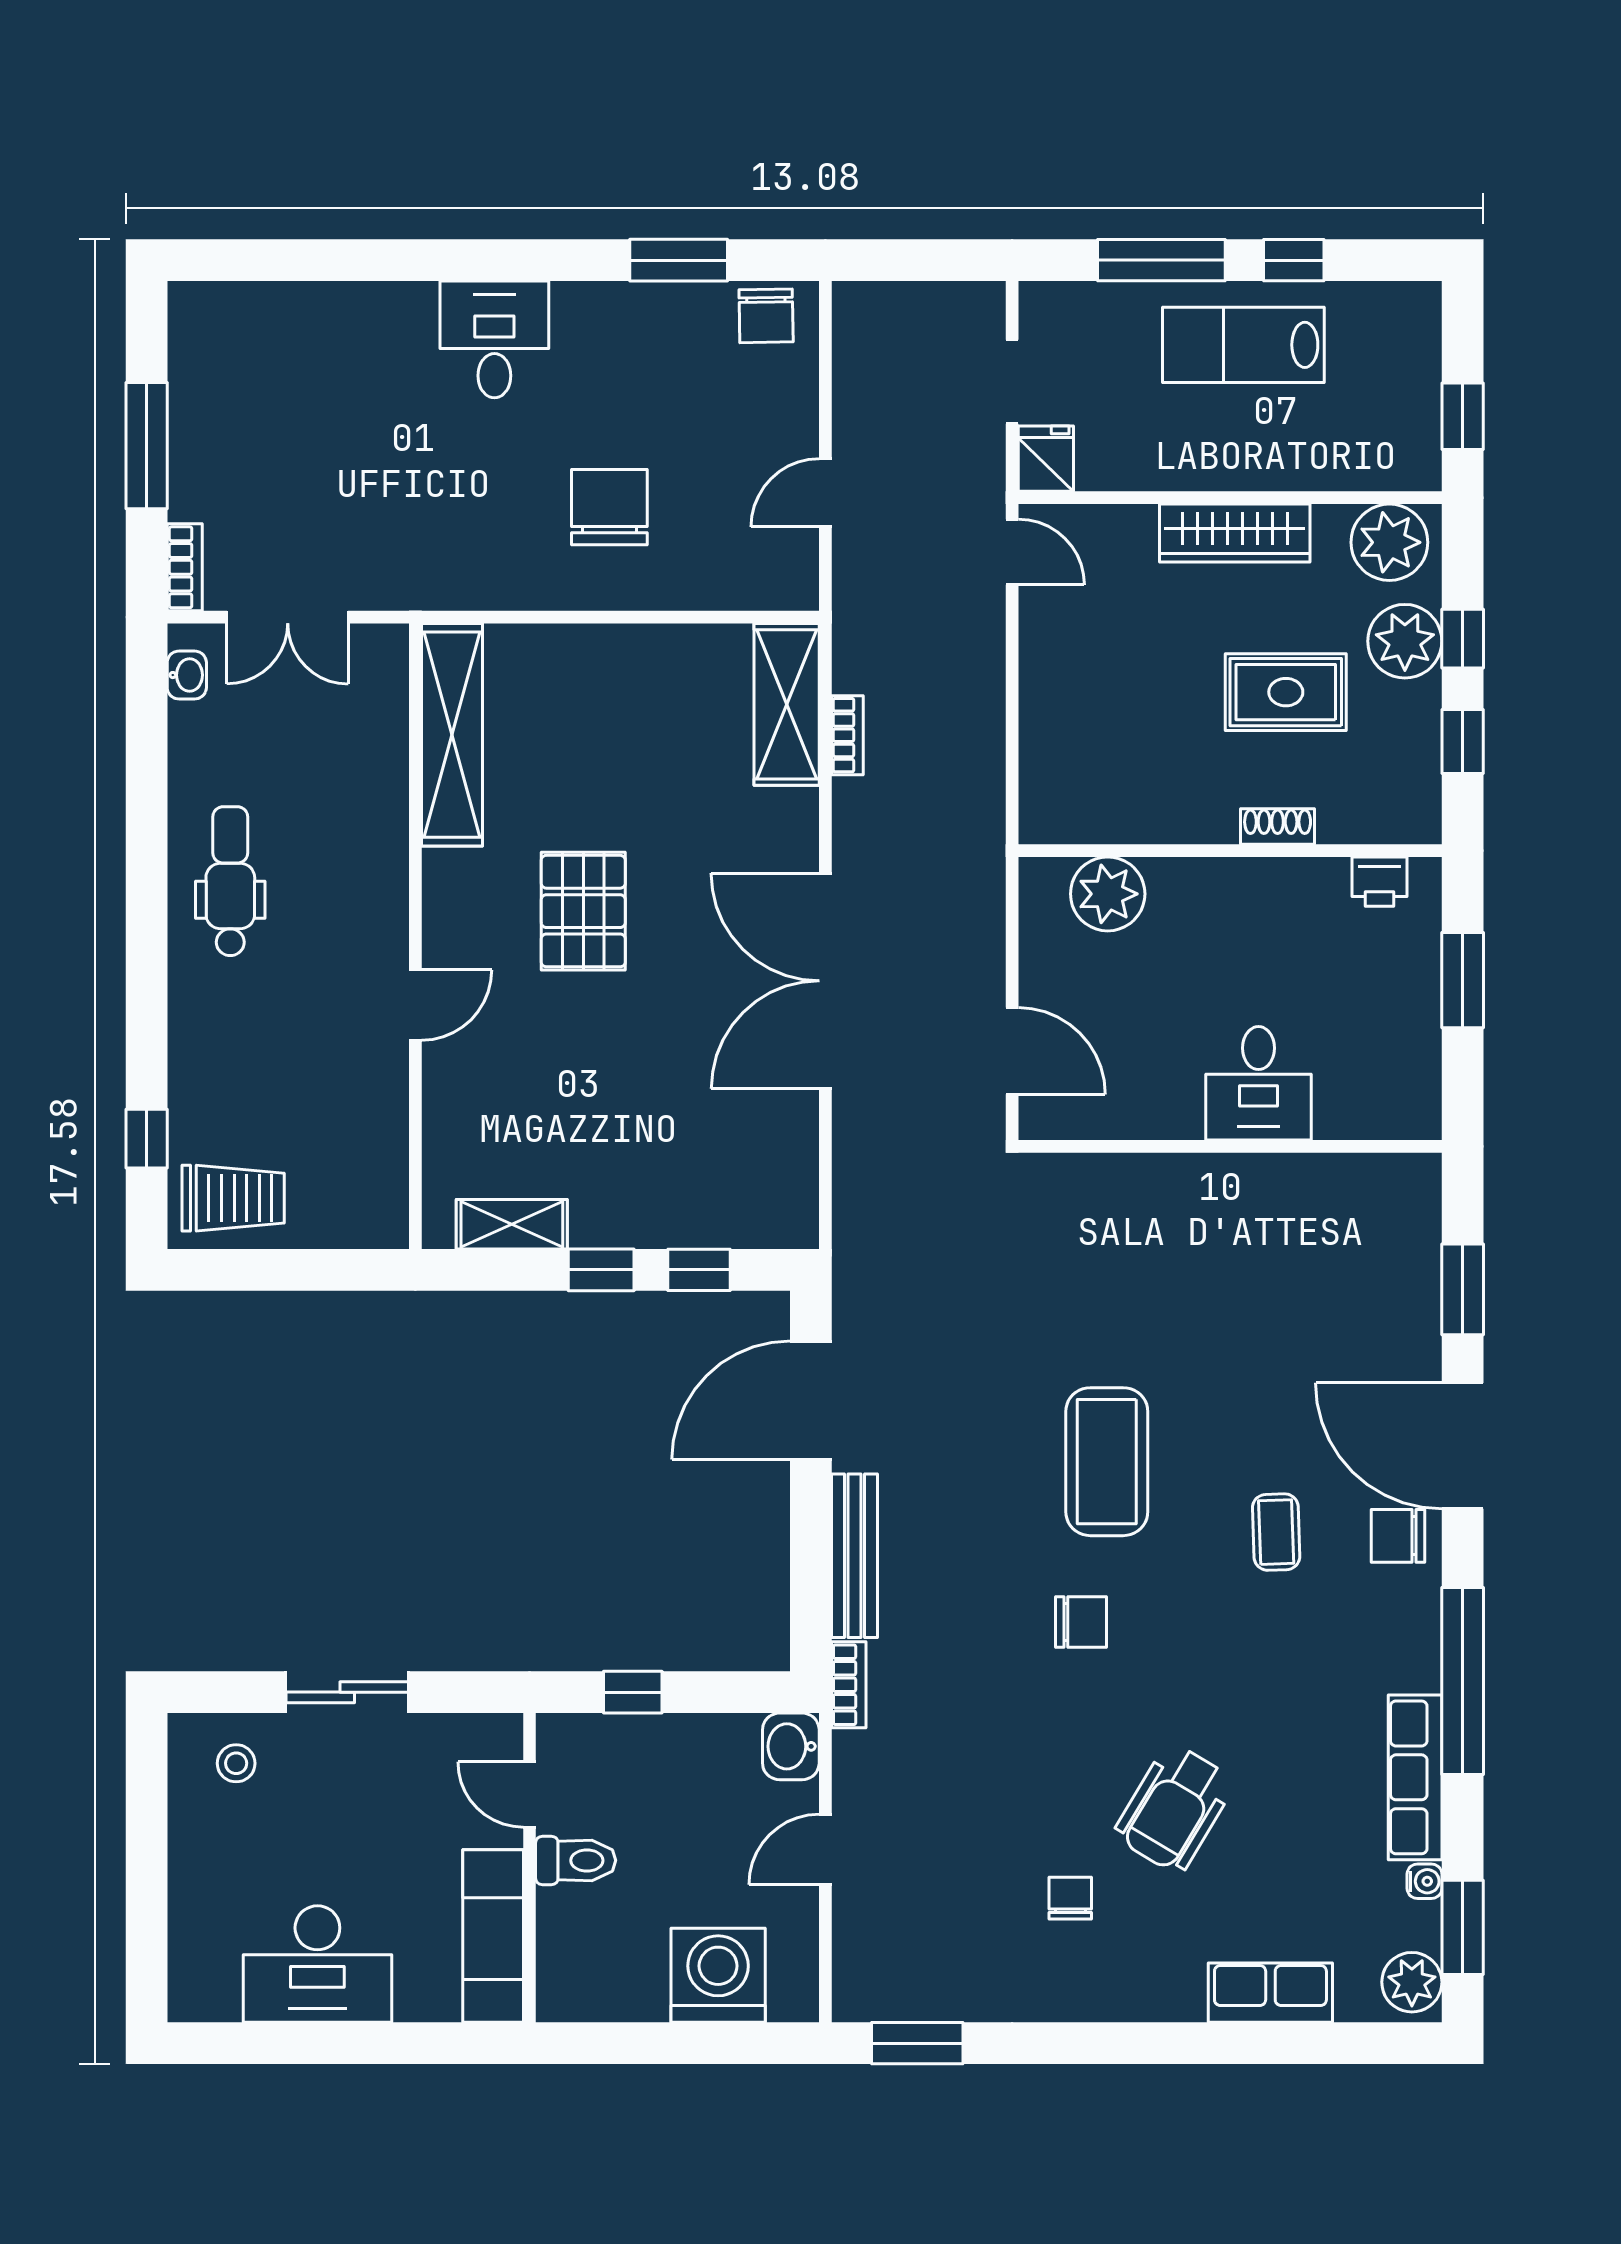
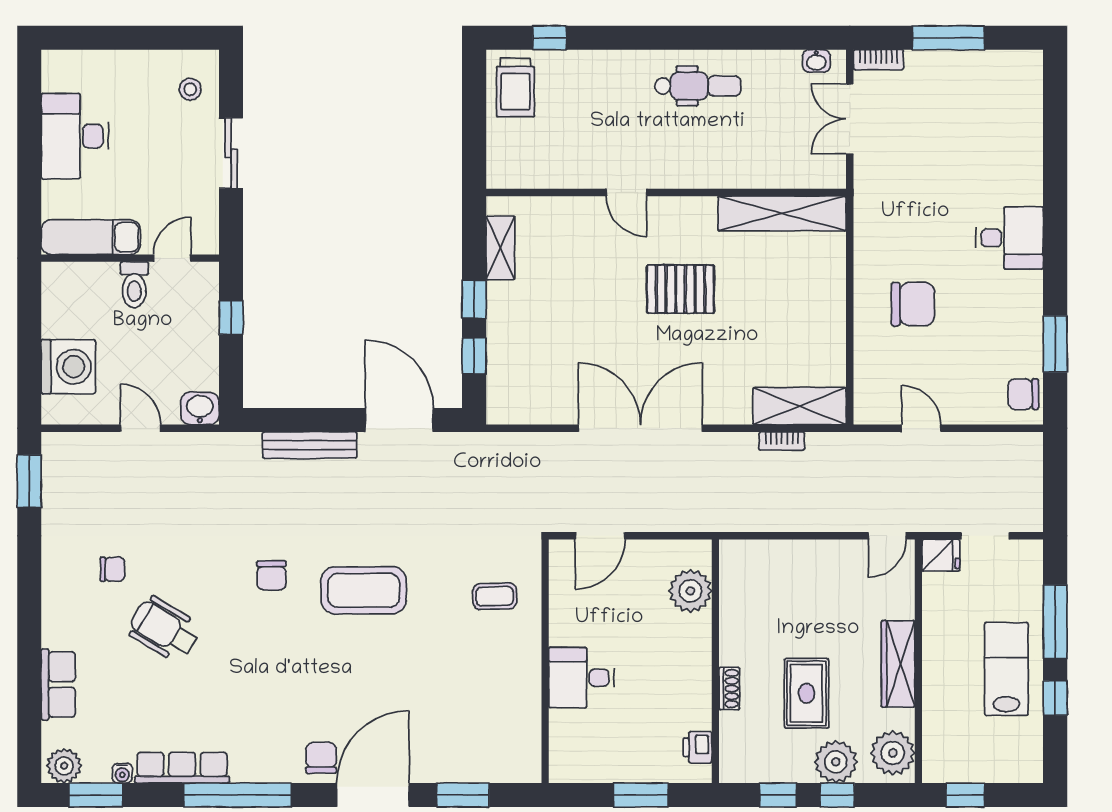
coffee table: (1276, 1532) -> (495, 596), moved
bookcase: (849, 1685) -> (235, 442), removed

